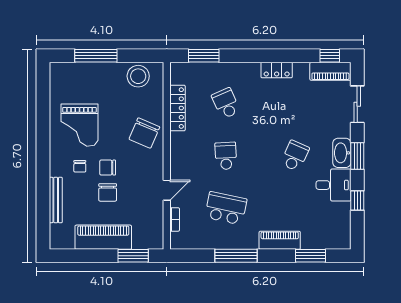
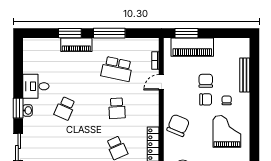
washbasin: (342, 153) -> (28, 110), width x0.52, depth x0.69
window: (357, 201) -> (18, 75), removed
piano: (103, 237) -> (192, 47), moved
window: (311, 256) -> (70, 33), moved

